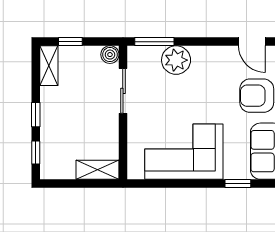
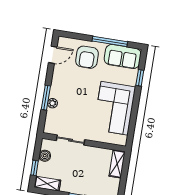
window: (154, 42) -> (46, 98), moved
boiler: (110, 55) -> (45, 156), moved
plant: (176, 60) -> (52, 103), width x0.53, depth x0.53

